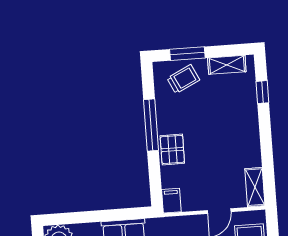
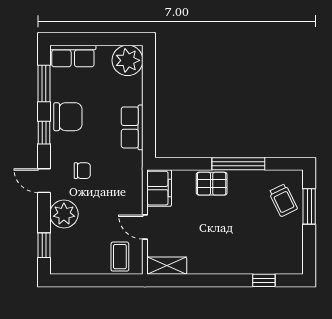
shelving: (227, 65) -> (295, 246), removed
filing cabinet: (171, 201) -> (159, 188), width x2.00

